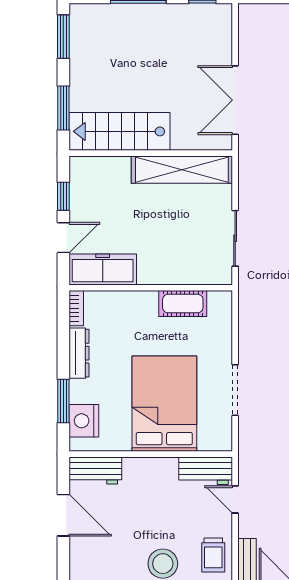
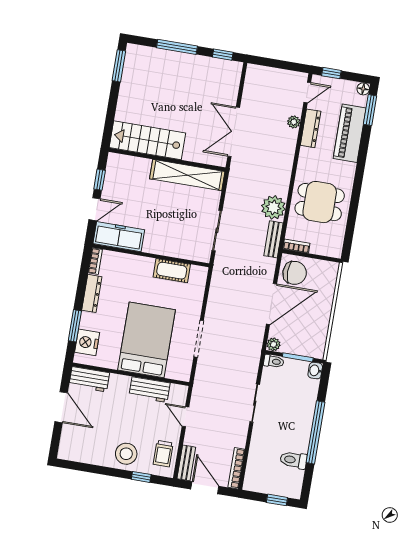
window: (63, 108) -> (110, 117), removed
workbench: (206, 471) -> (149, 390), moved

